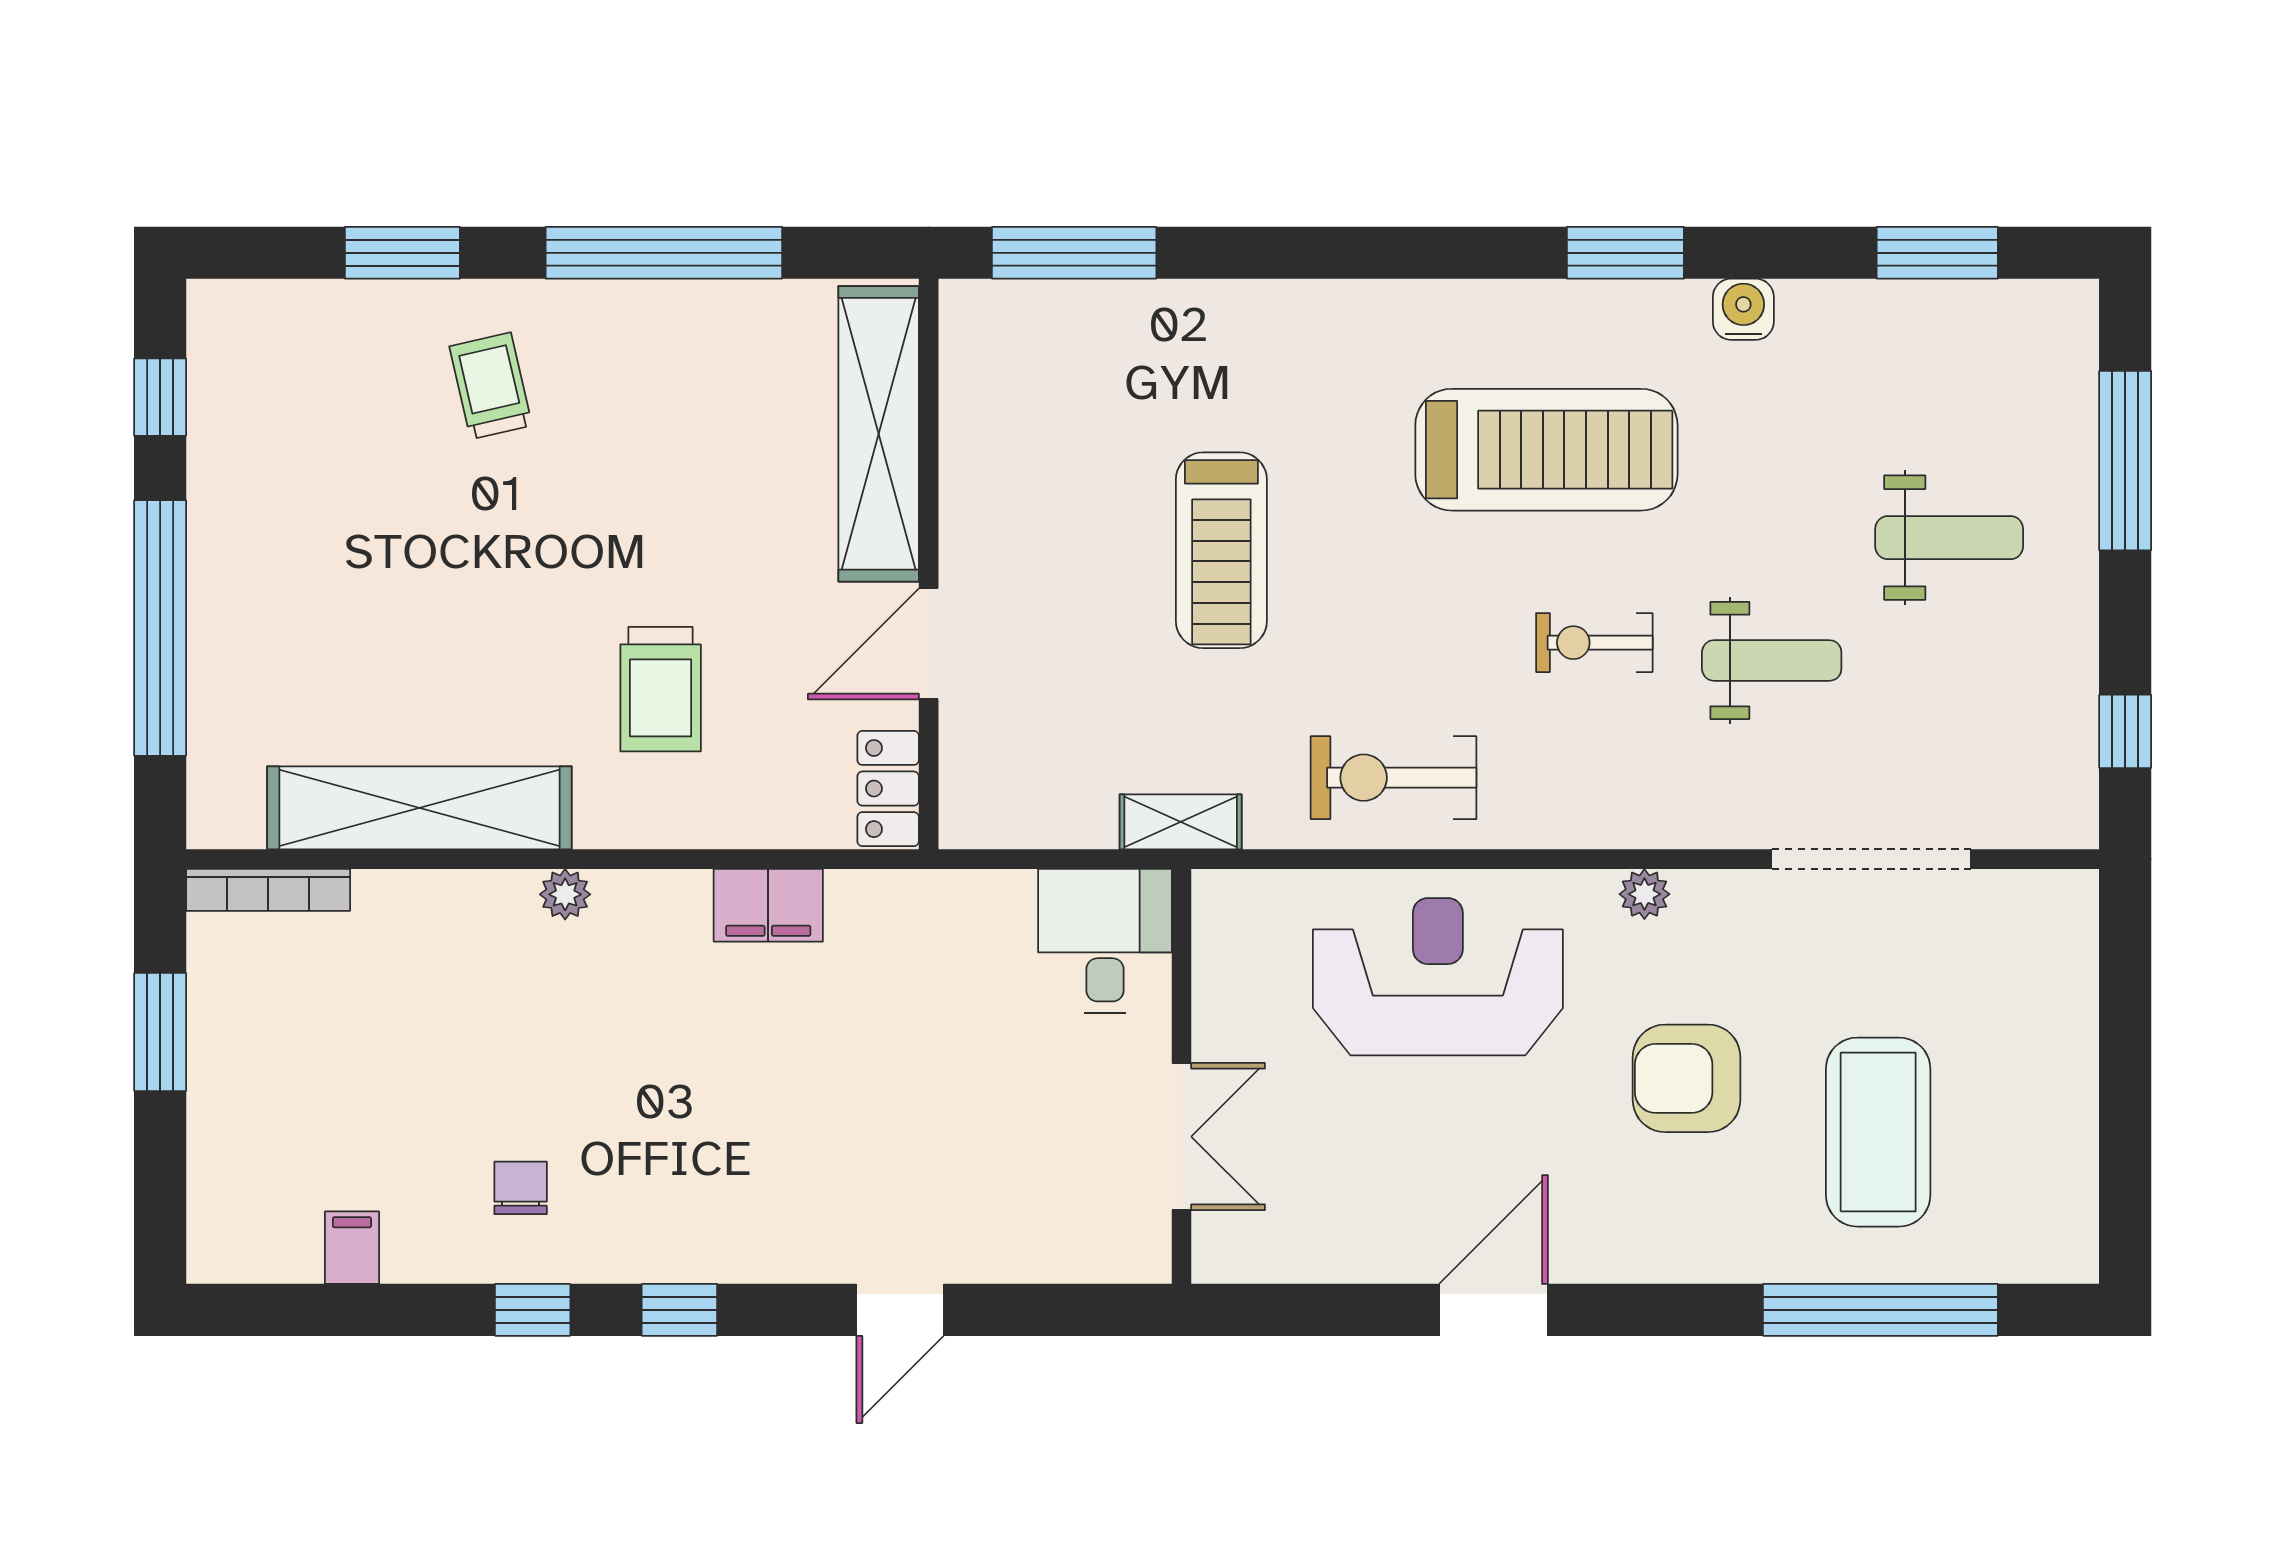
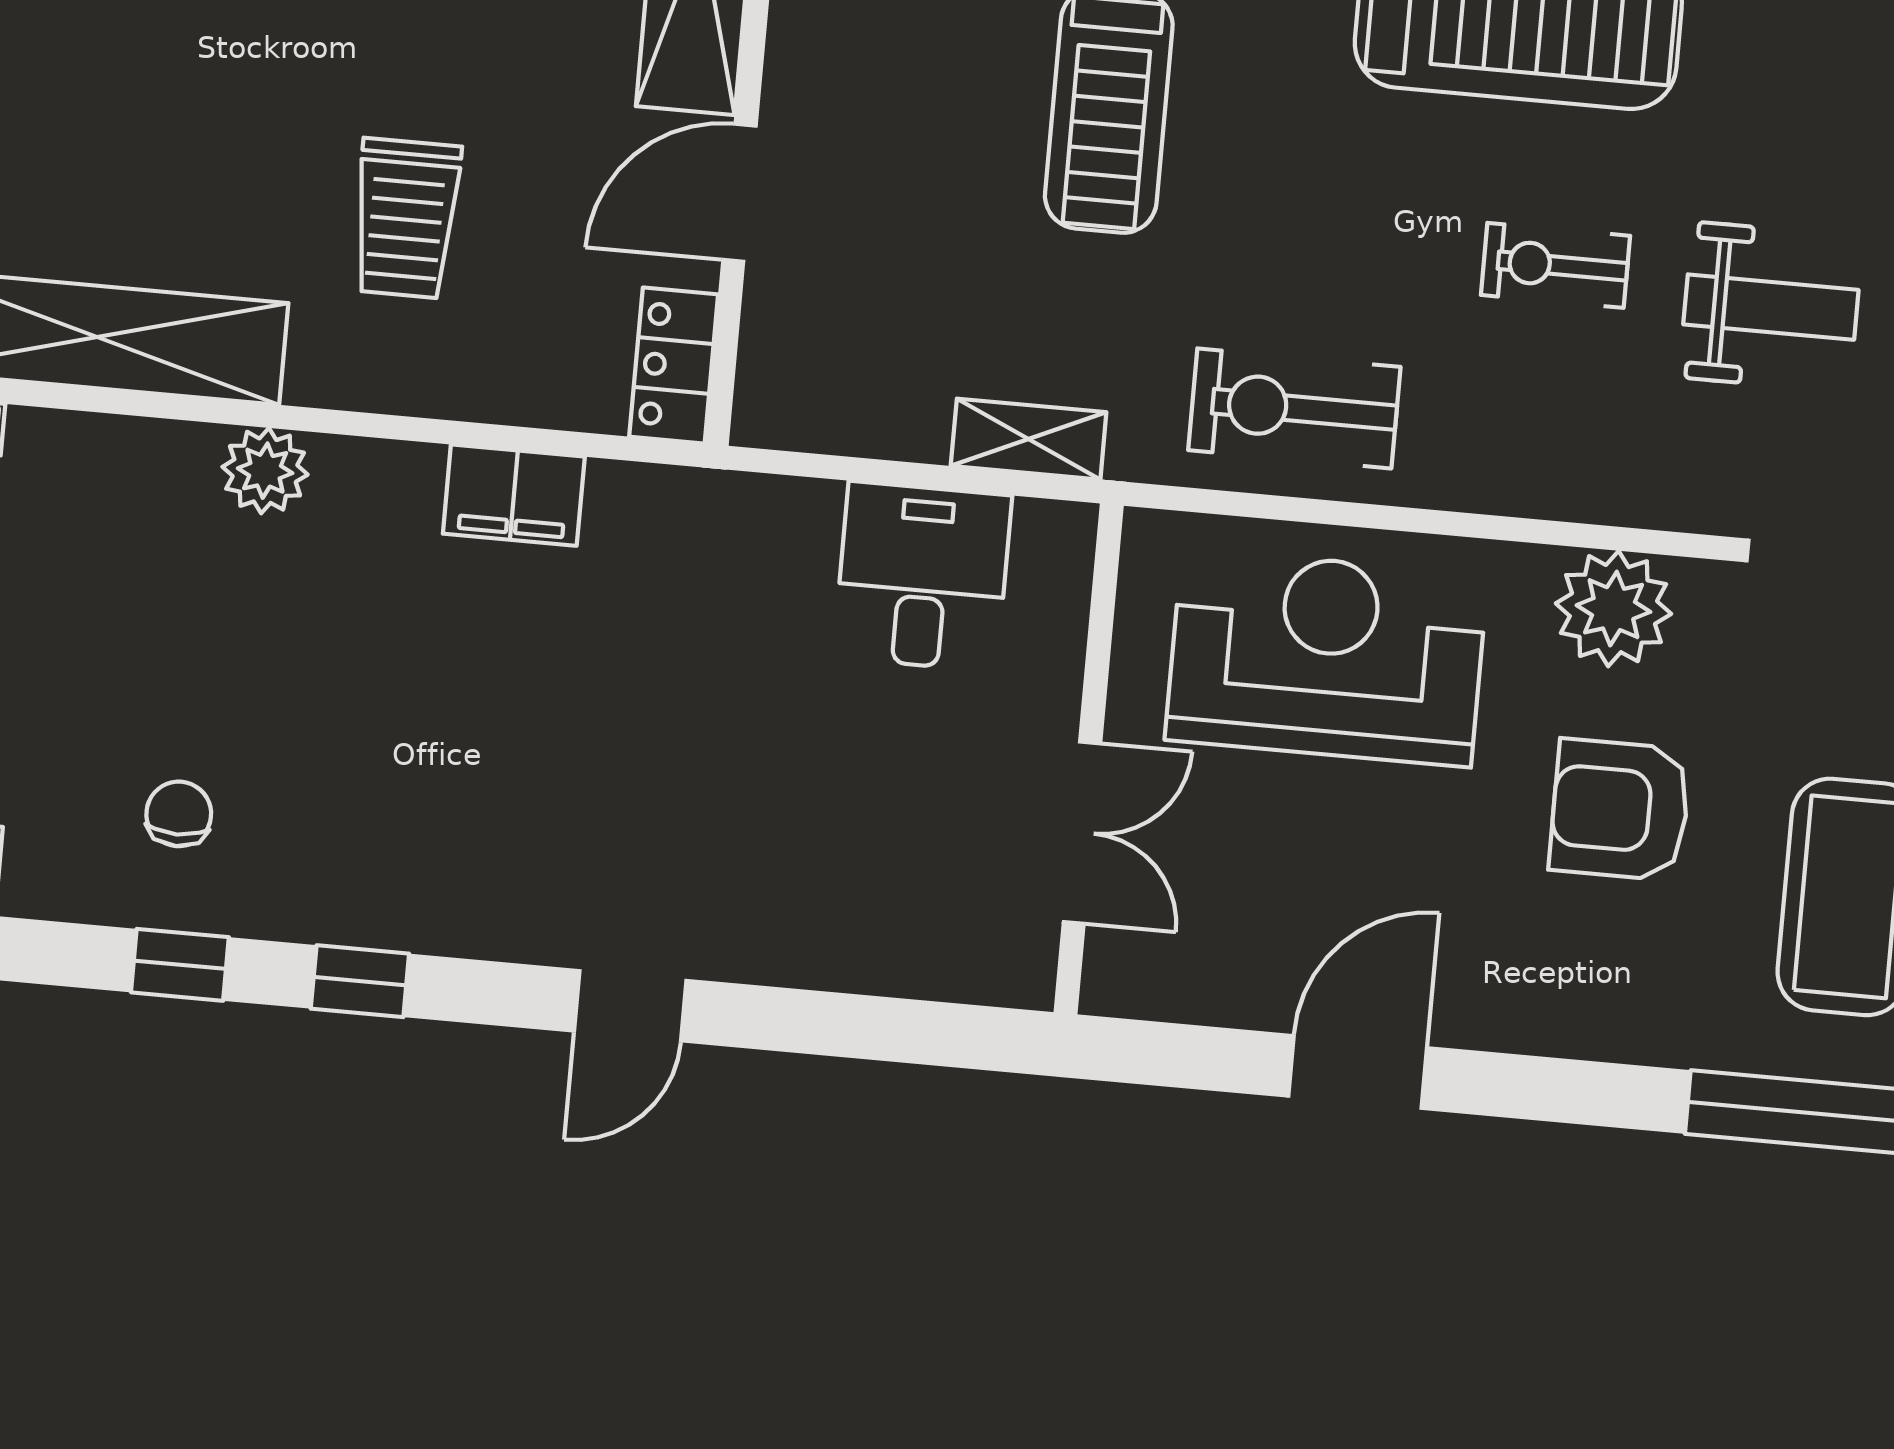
plant: (565, 894) -> (265, 471), width x1.38, depth x1.38
plant: (1644, 894) -> (1613, 609), width x1.87, depth x1.87
wall: (1182, 1076) -> (1089, 759), moved
double door: (1182, 1137) -> (1082, 833), moved

